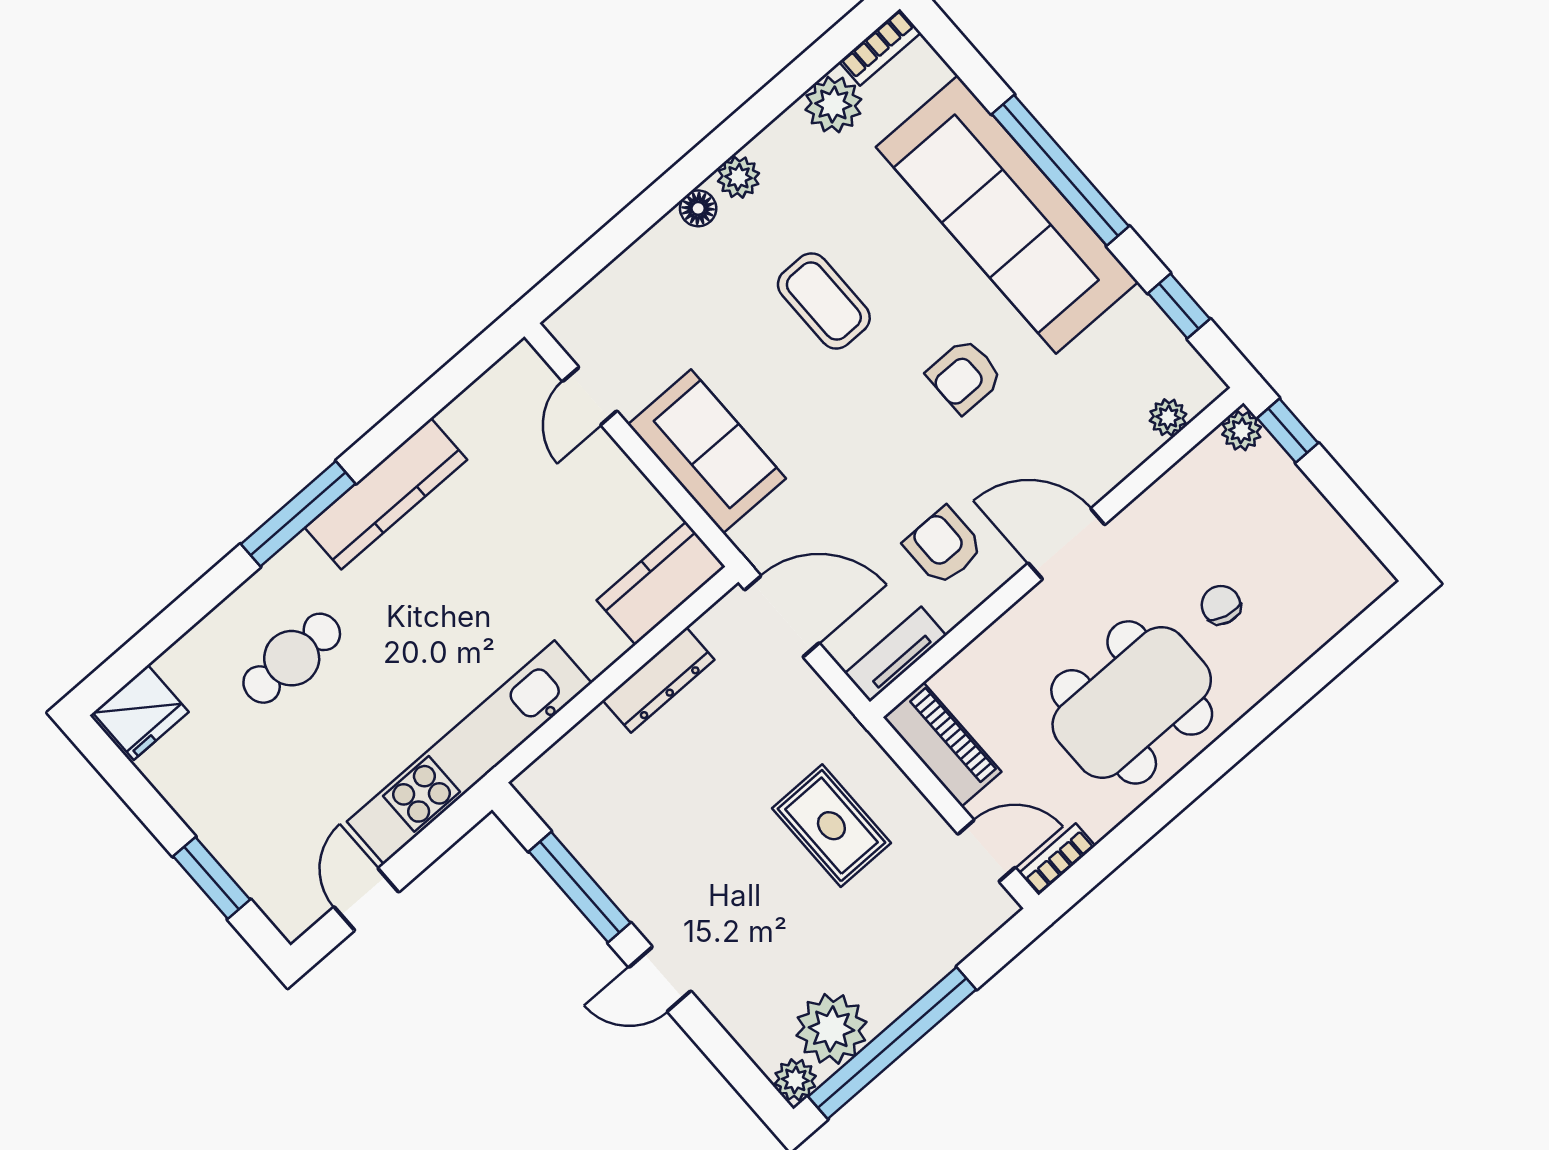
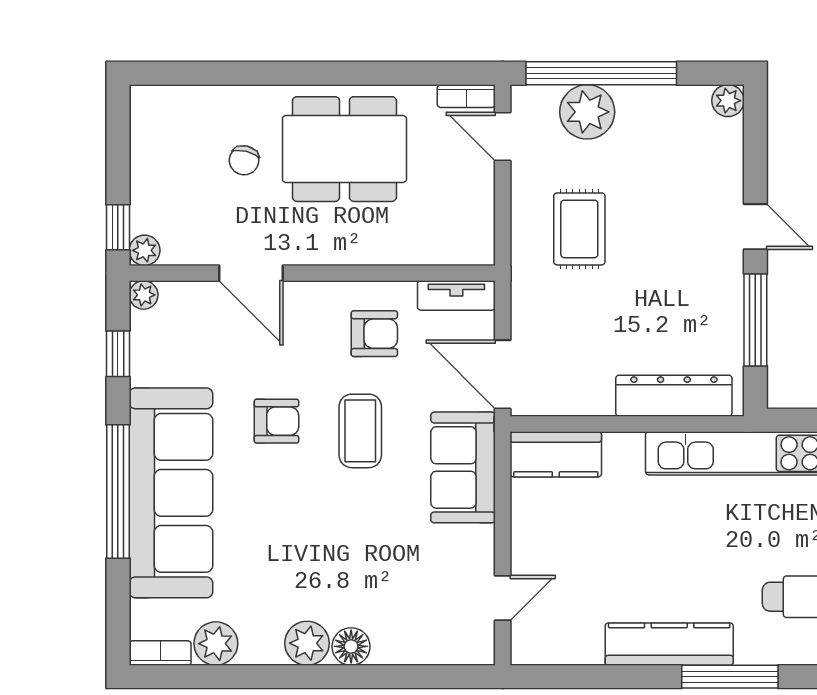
plant: (738, 177) -> (307, 643), width x1.38, depth x1.38
floor lamp: (698, 208) -> (351, 646), width x1.37, depth x1.37
coffee table: (824, 301) -> (360, 431), moved
plant: (1168, 417) -> (144, 295), moved
sofa: (707, 451) -> (463, 467), moved
door: (1067, 544) -> (251, 273), moved
armchair: (943, 546) -> (374, 334), turned -90
dresser: (659, 680) -> (674, 396), moved, width x1.37, depth x1.24
piano: (942, 745) -> (475, 220), removed
plant: (831, 1029) -> (587, 112), moved
window: (892, 1043) -> (601, 73), moved

